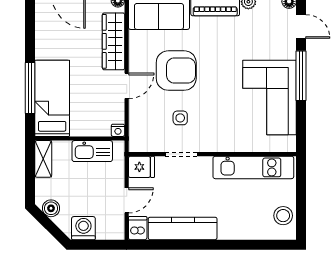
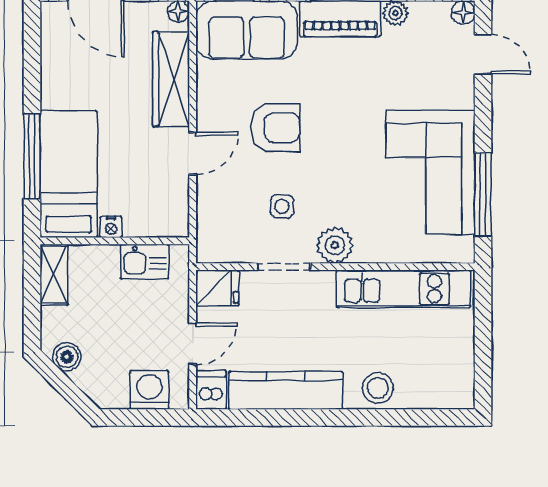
armchair: (176, 71) -> (275, 128), width x0.73, depth x0.73
window: (301, 76) -> (483, 194), moved
nightstand: (118, 130) -> (111, 227), moved
plant: (212, 141) -> (335, 245), added
kitchen sink: (92, 151) -> (145, 262), width x0.73
stool: (283, 216) -> (378, 388), moved
washing machine: (83, 228) -> (149, 390), moved

